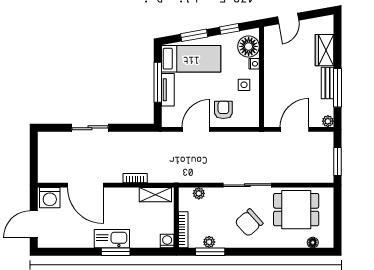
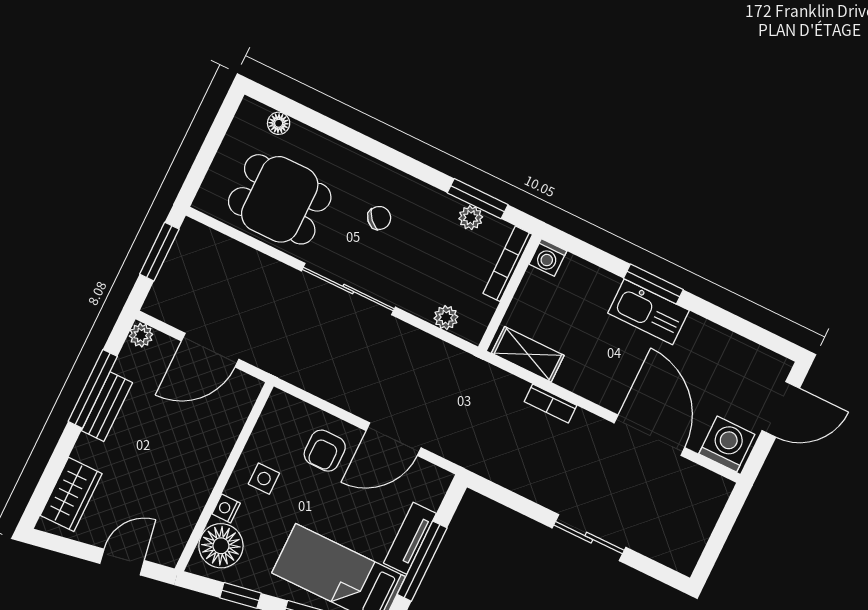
wardrobe: (325, 50) -> (71, 494), moved
chair: (249, 223) -> (379, 218), width x0.54, depth x0.54

